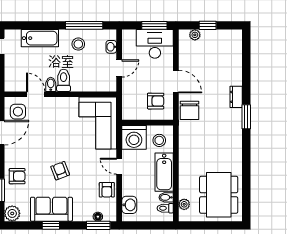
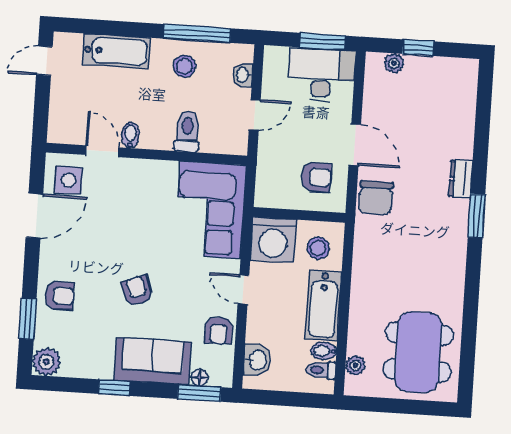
toilet: (64, 80) -> (187, 132), moved
sofa: (51, 209) -> (153, 361), moved

